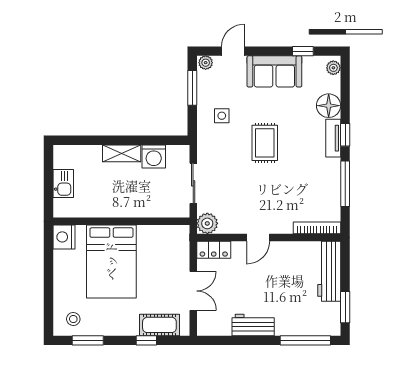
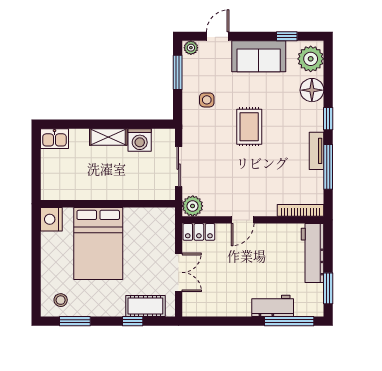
plant: (333, 68) -> (311, 59), width x1.88, depth x1.88
tv unit: (333, 138) -> (317, 151), moved
kitchen sink: (63, 184) -> (54, 139), moved, turned 90
workbench: (253, 325) -> (273, 306), moved

